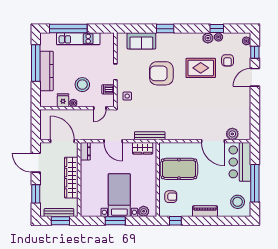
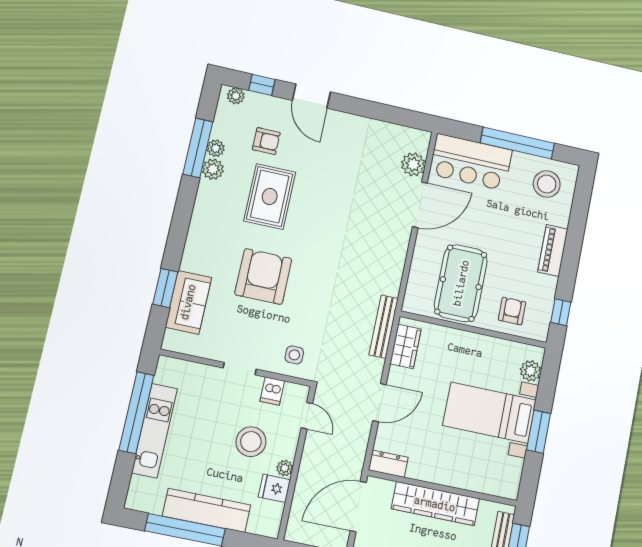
window: (68, 29) -> (136, 413), moved
window: (165, 29) -> (165, 288), moved
window: (217, 29) -> (198, 148), width x2.17
armchair: (161, 73) -> (263, 277), turned 180

